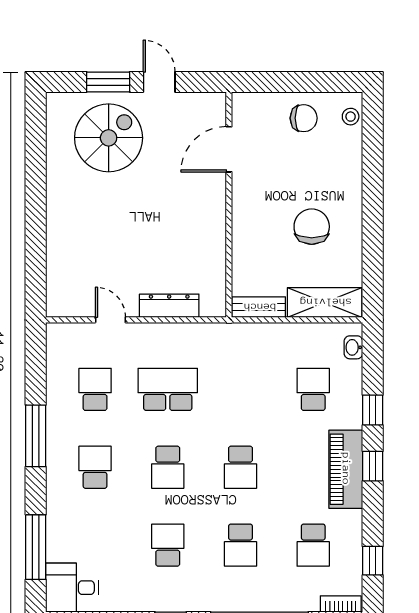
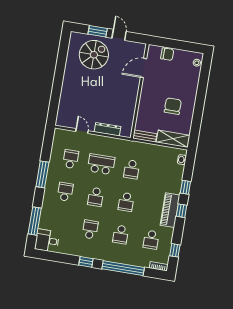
chair: (304, 118) -> (167, 54), moved
school desk: (313, 389) -> (132, 169), moved, turned 180

